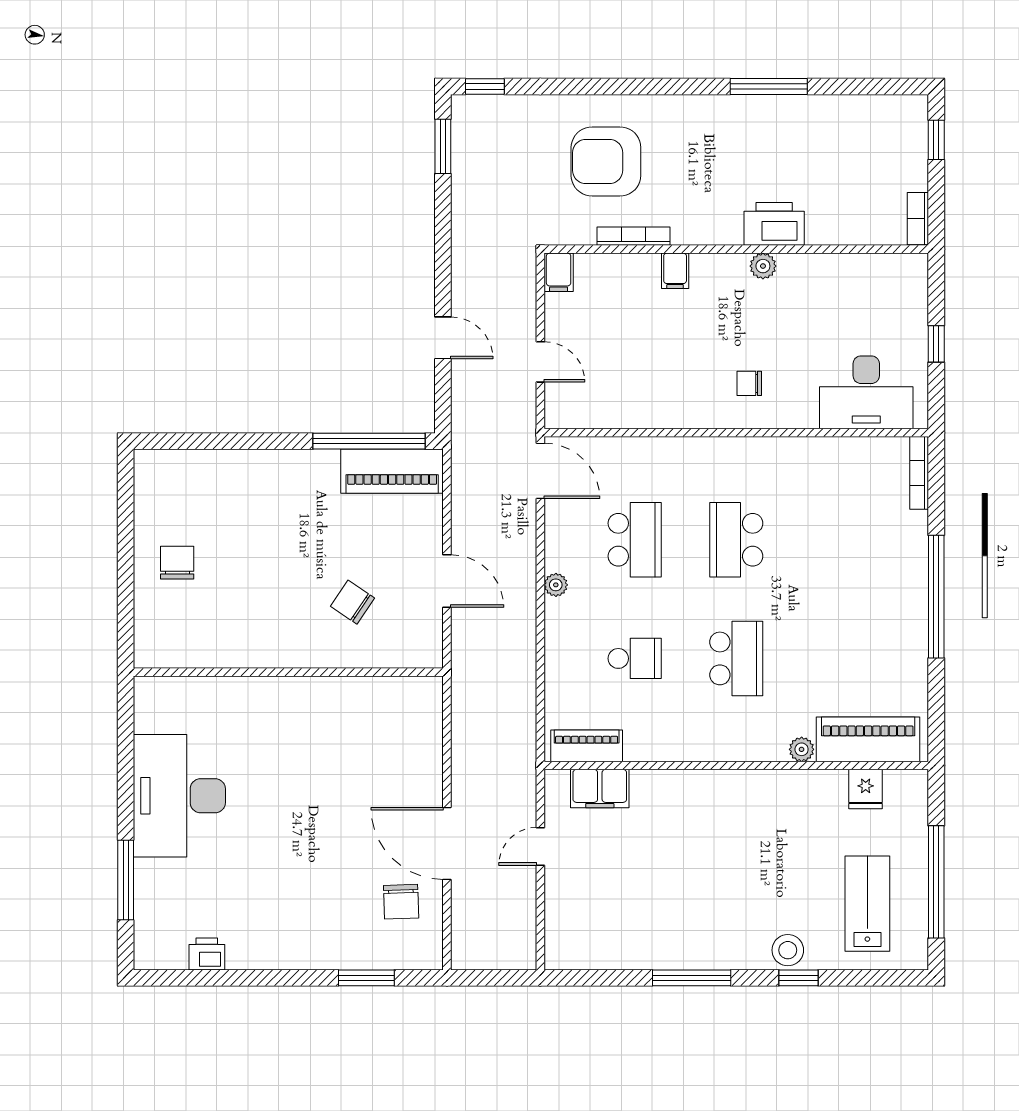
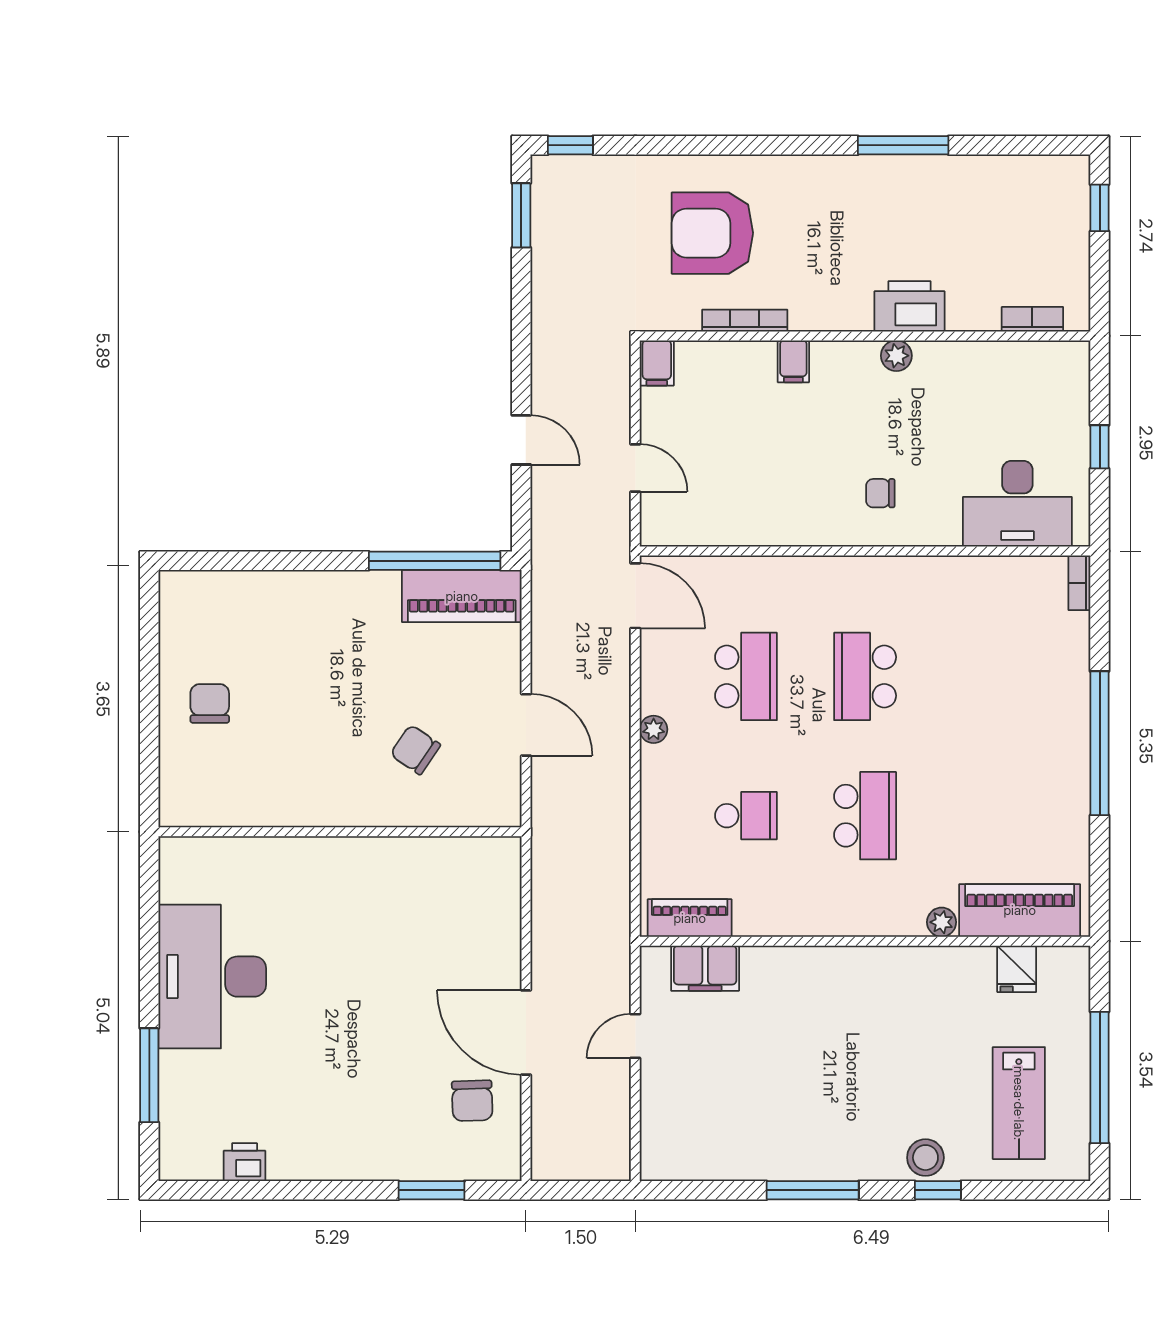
bookcase: (918, 219) -> (1032, 319), moved, turned 90
bookcase: (919, 473) -> (1079, 583), width x0.64
lab bench: (867, 904) -> (1019, 1103), turned 180

